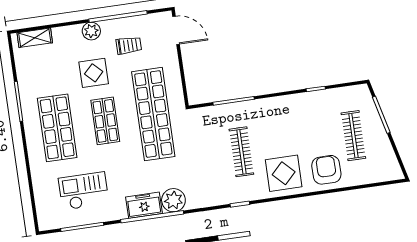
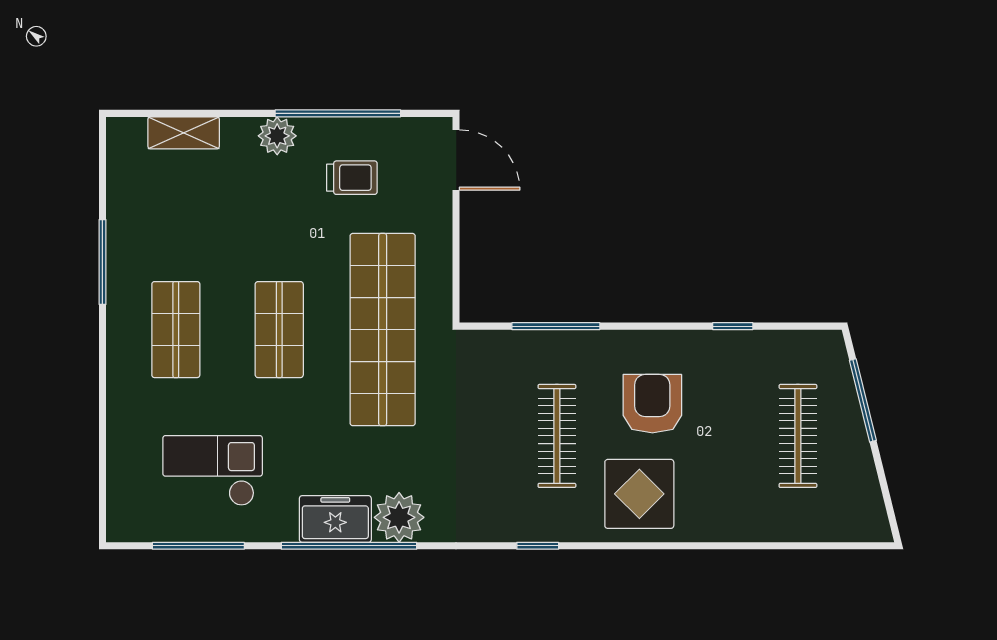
shelving: (35, 38) -> (184, 133), moved
display table: (94, 73) -> (269, 225), removed
shop shelf: (57, 128) -> (176, 330), width x0.70, depth x0.74
armchair: (326, 170) -> (652, 404), moved

